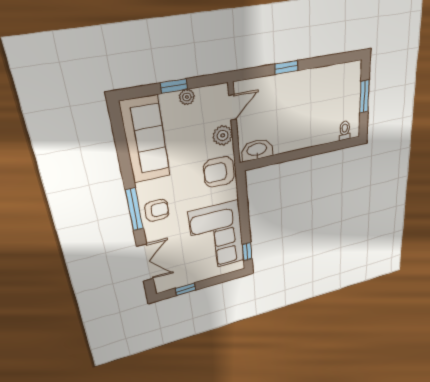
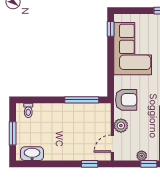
window: (286, 67) -> (90, 164), moved
washbasin: (257, 150) -> (32, 154), moved, turned 180
window: (278, 159) -> (82, 100), added

